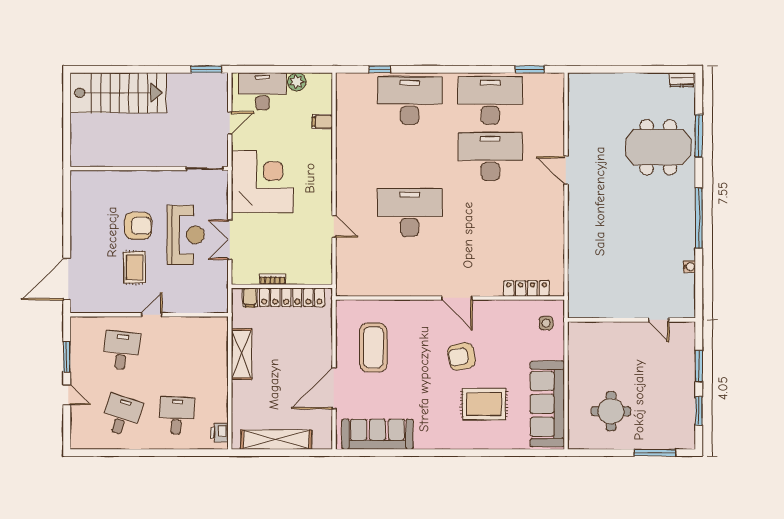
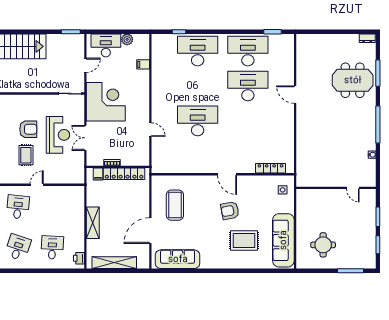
shelving: (242, 354) -> (93, 223), moved

